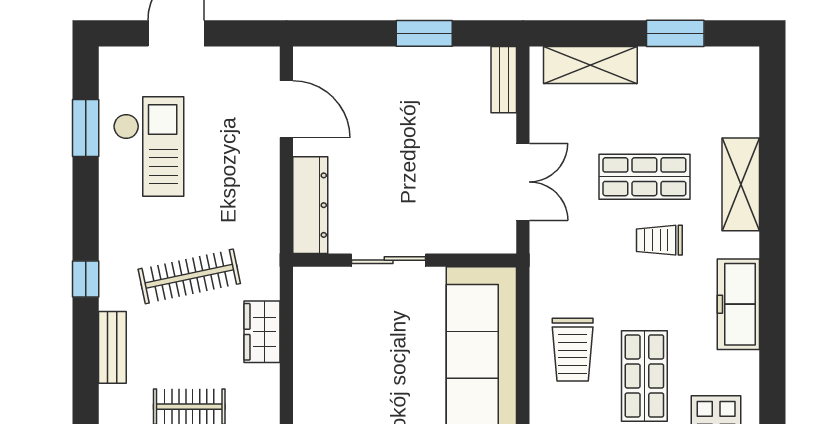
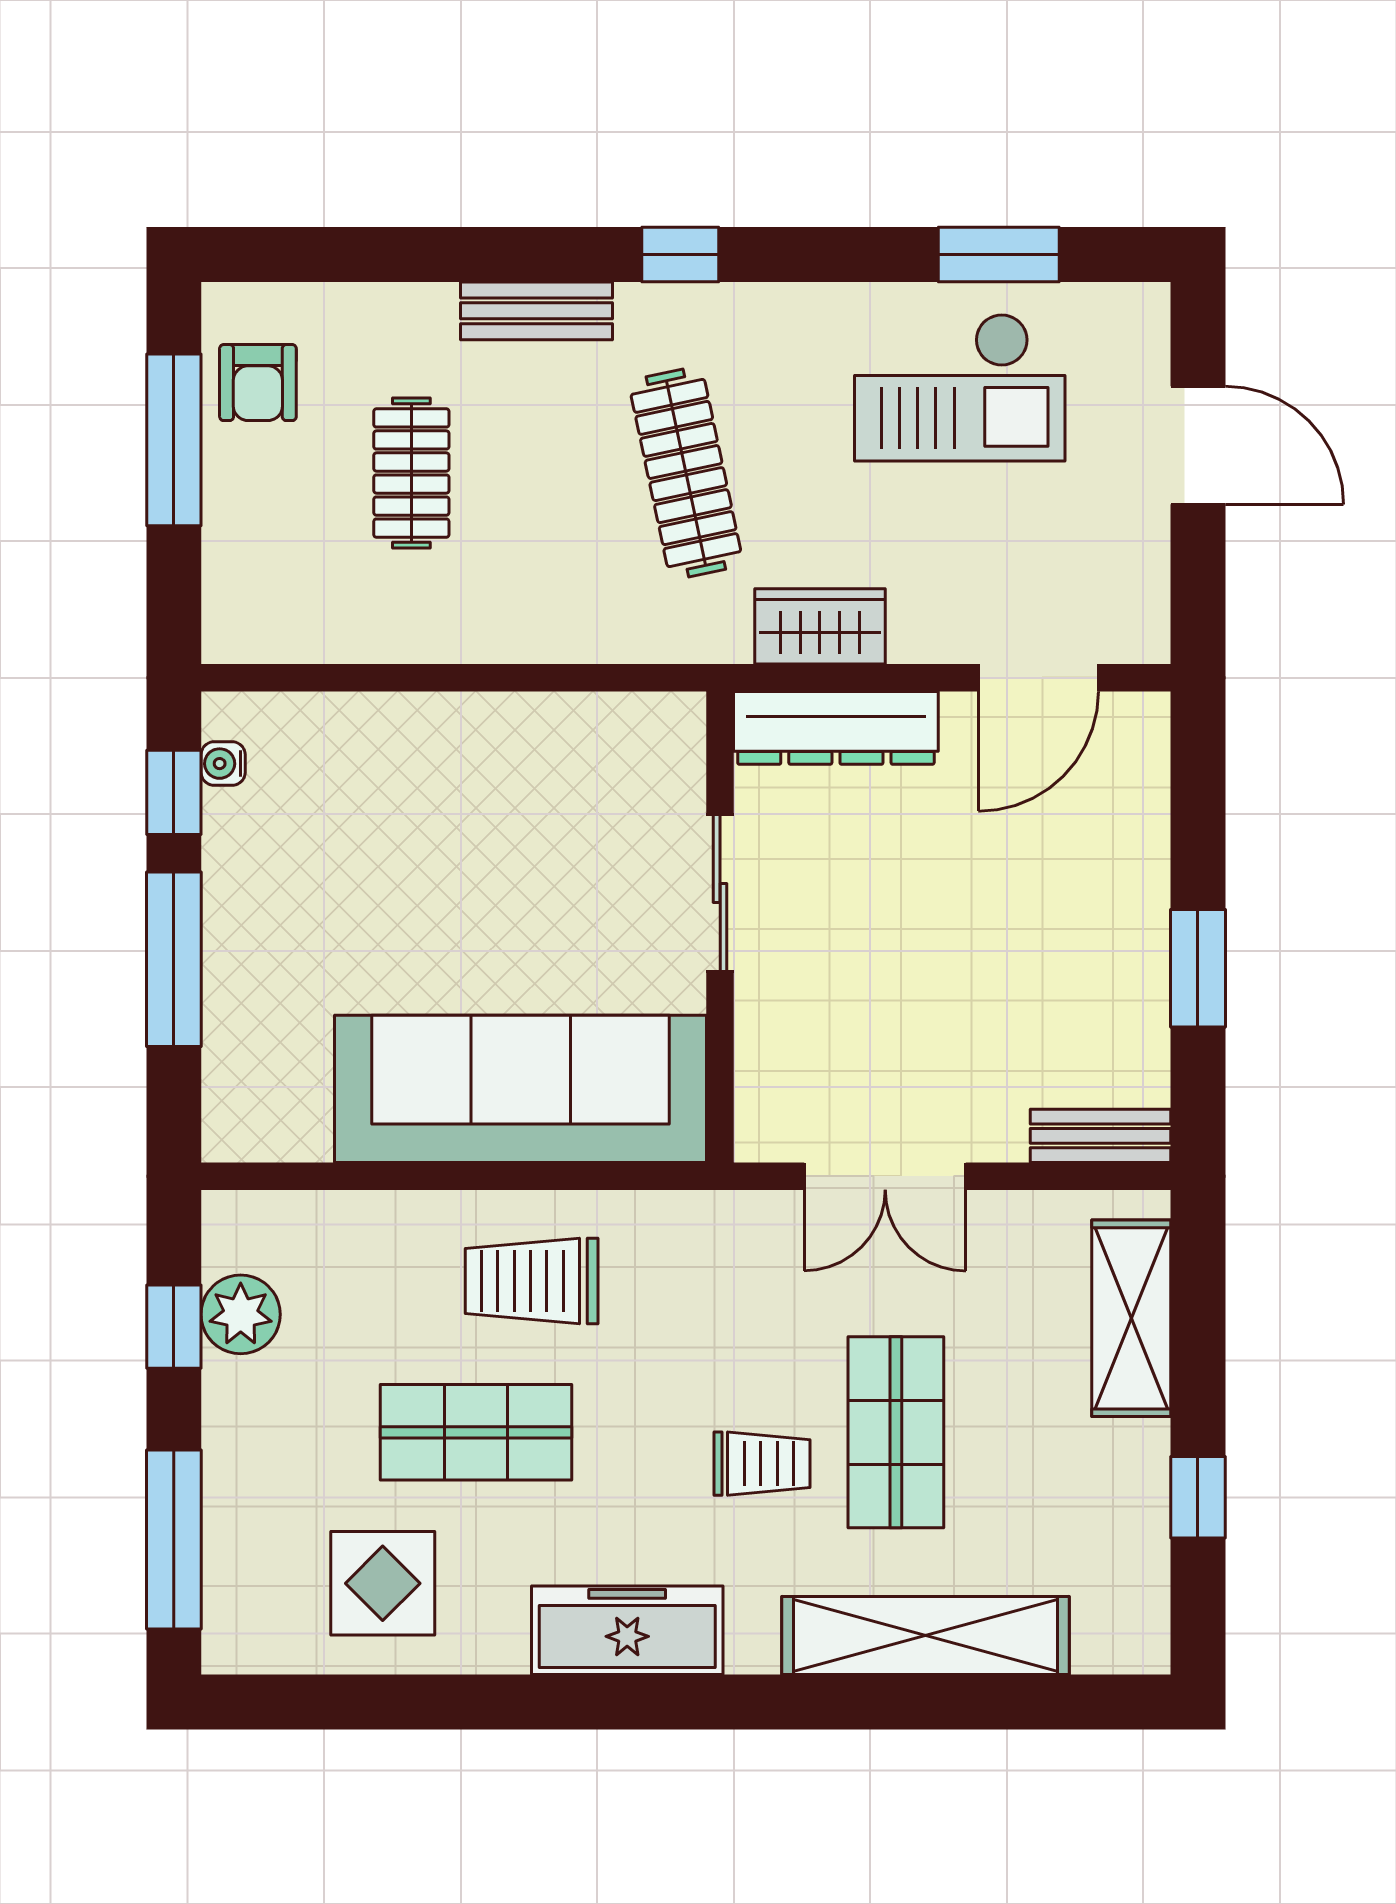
window: (675, 33) -> (1198, 1497), width x0.67
shelving: (741, 184) -> (925, 1635), width x1.47
trolley: (659, 240) -> (762, 1464), turned 90
wardrobe: (262, 332) -> (820, 626), moved

